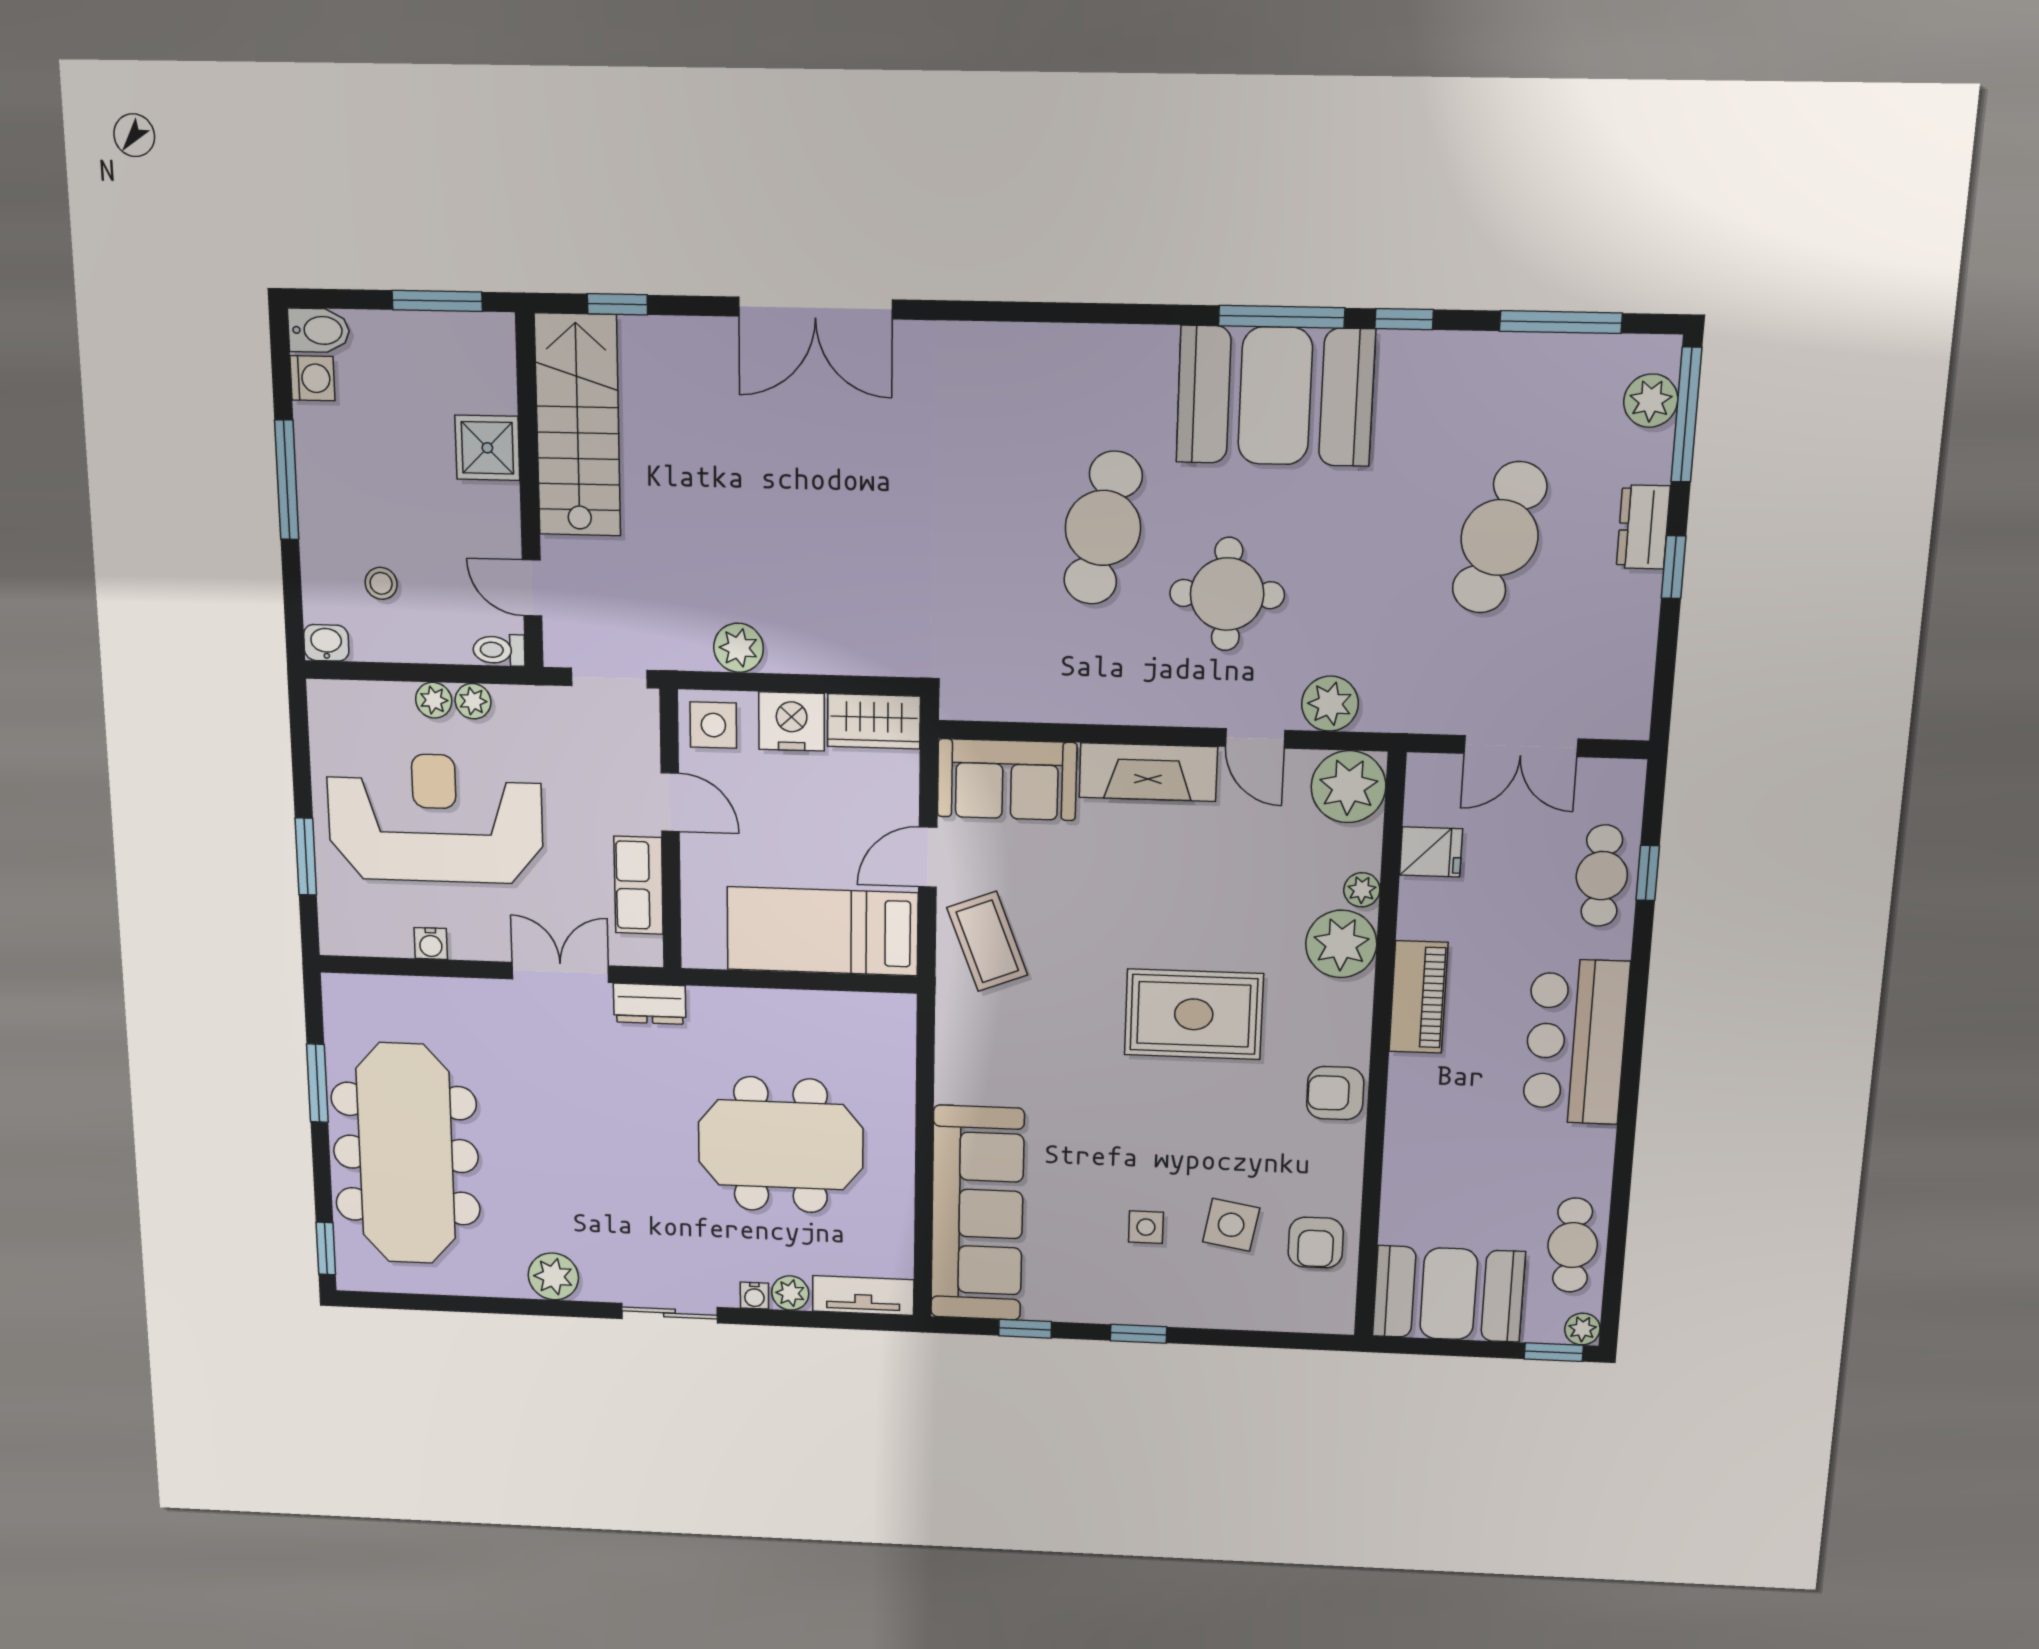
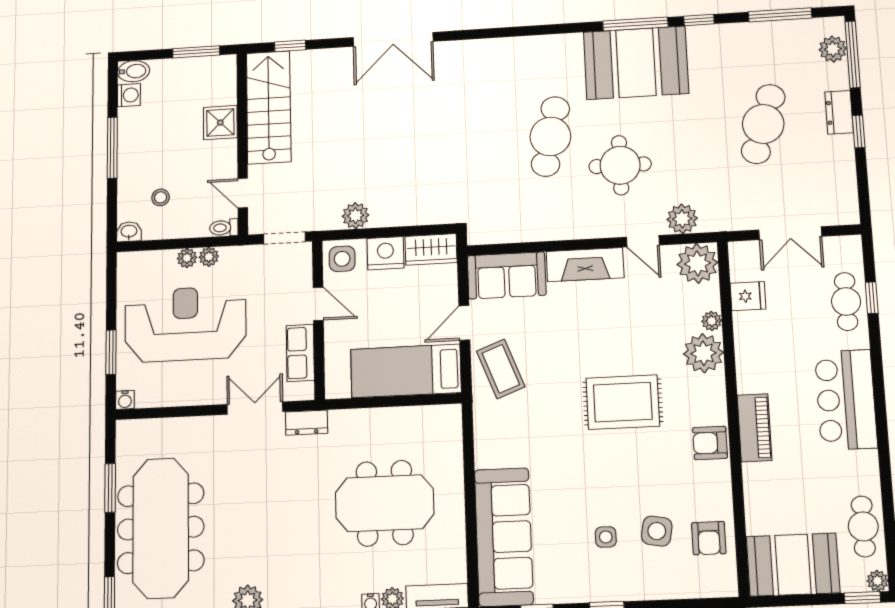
water cooler: (431, 943) -> (125, 400), moved
piano: (1418, 997) -> (755, 428), moved

